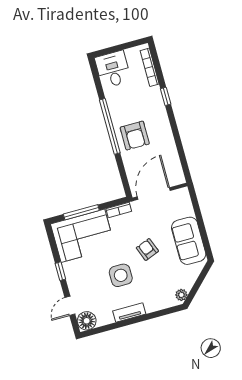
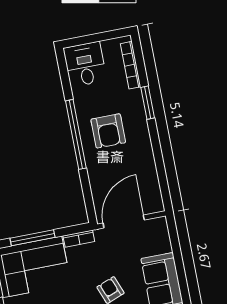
window: (166, 96) -> (148, 103), width x1.50
armchair: (135, 136) -> (108, 131), moved

